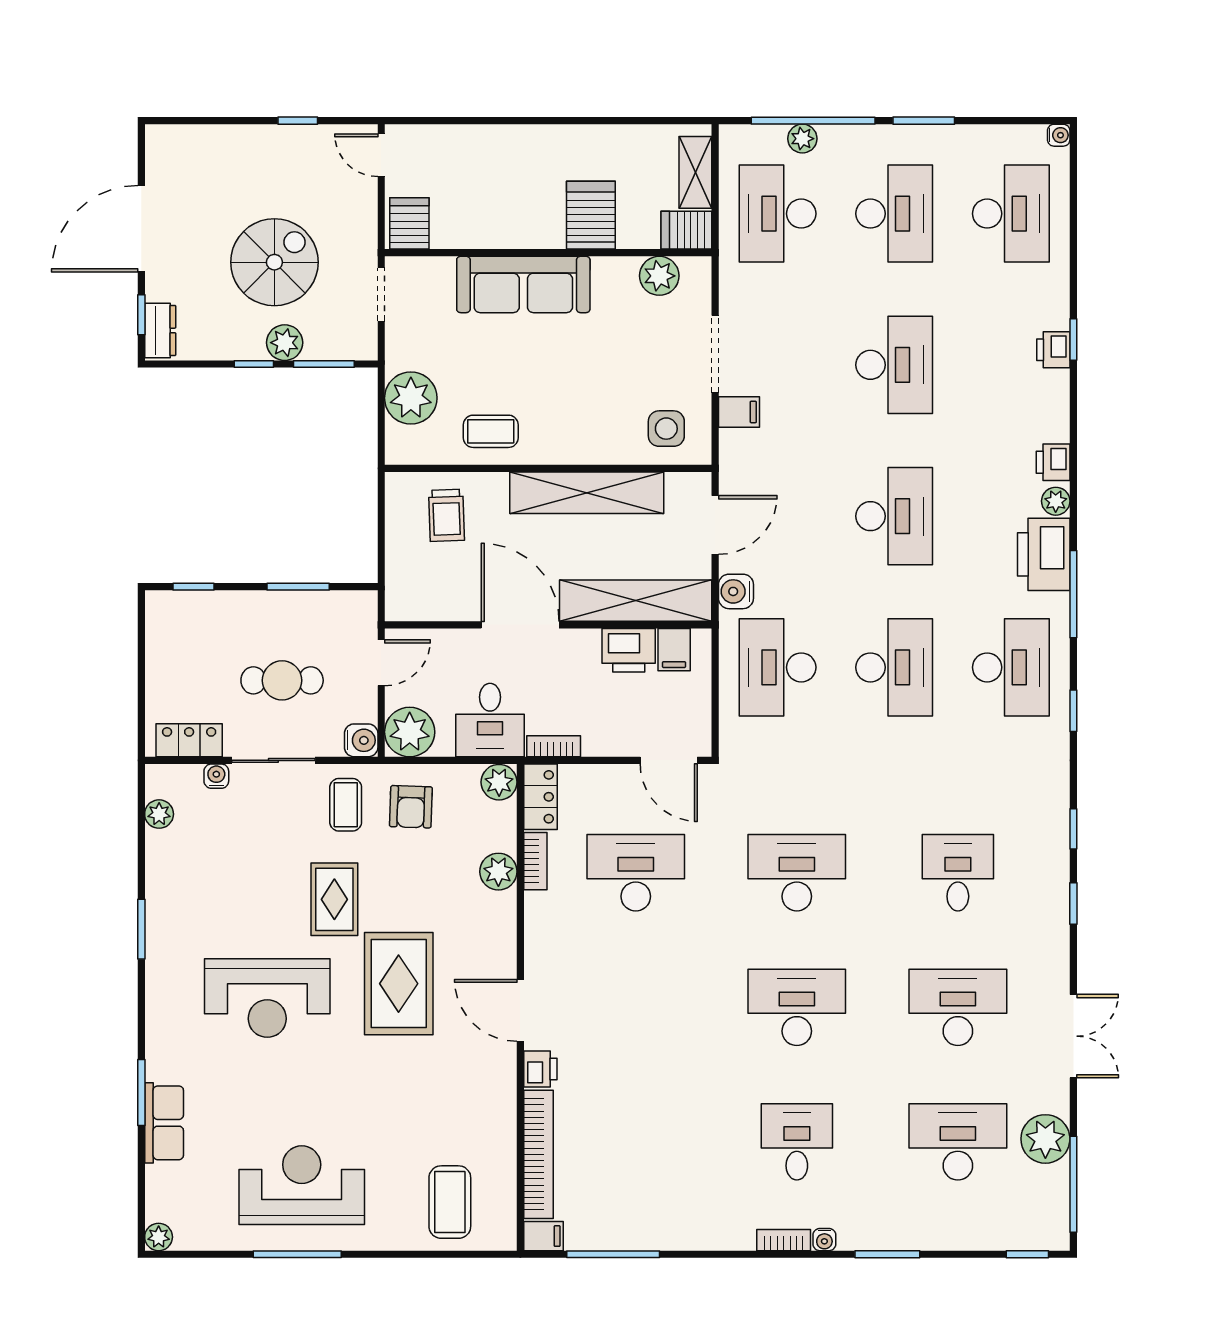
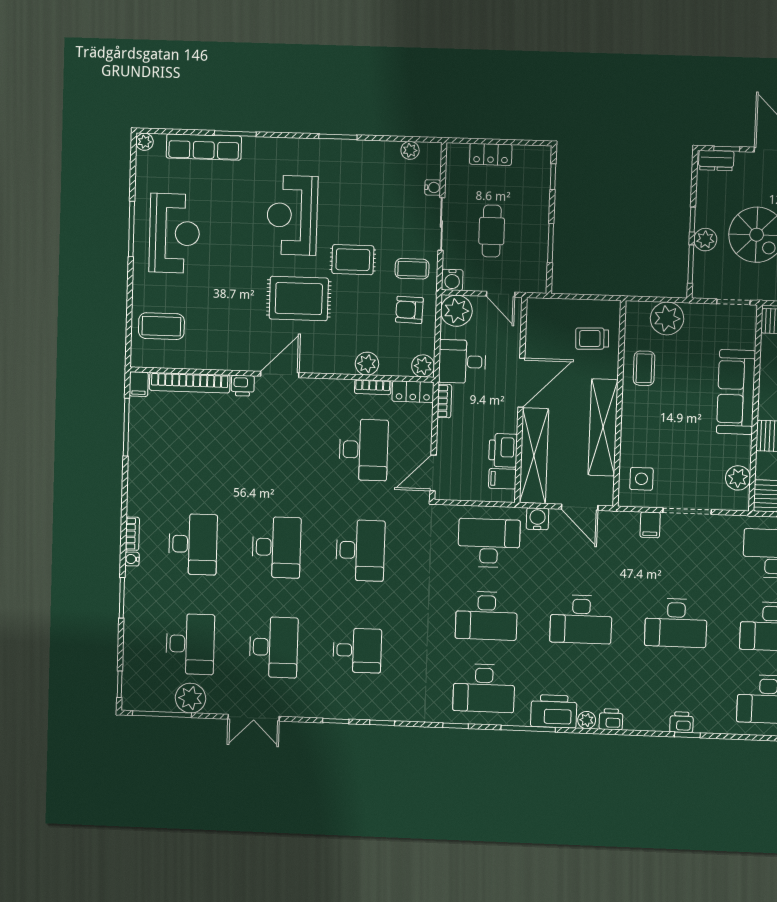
locker: (189, 740) -> (491, 154), moved, turned 90
row of seats: (164, 1123) -> (204, 147), width x1.48
desk: (797, 1142) -> (193, 544), width x1.37

